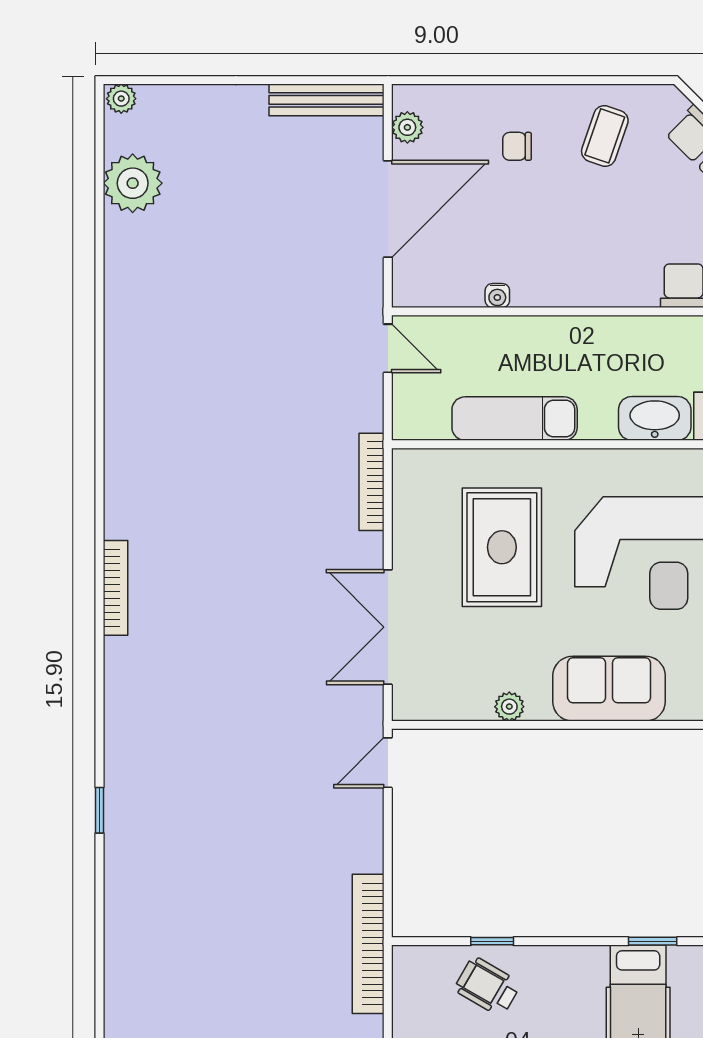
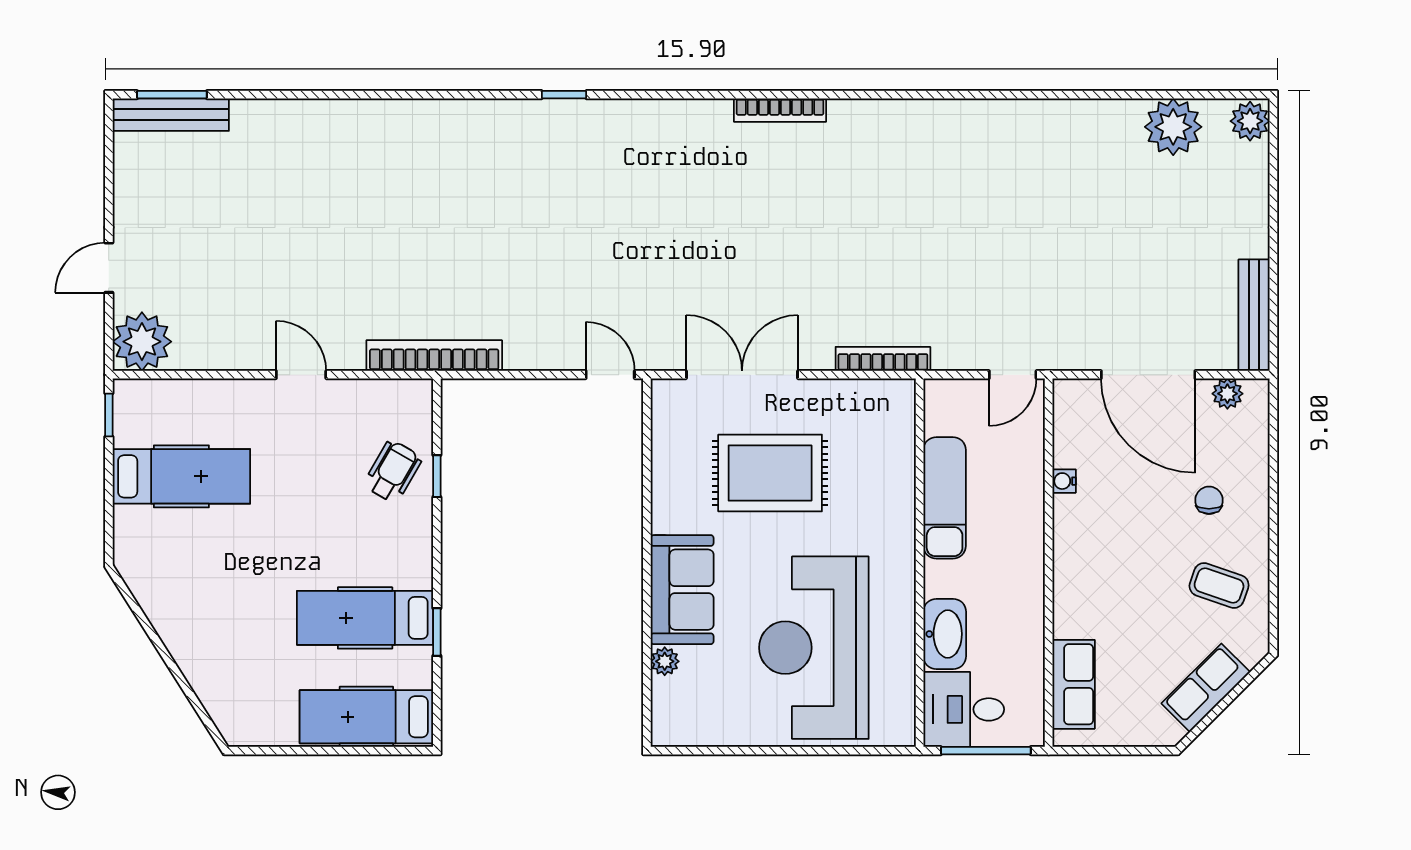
plant: (121, 99) -> (1250, 121), width x1.38, depth x1.38
rug: (502, 547) -> (770, 473), moved
plant: (509, 707) -> (665, 661), moved

